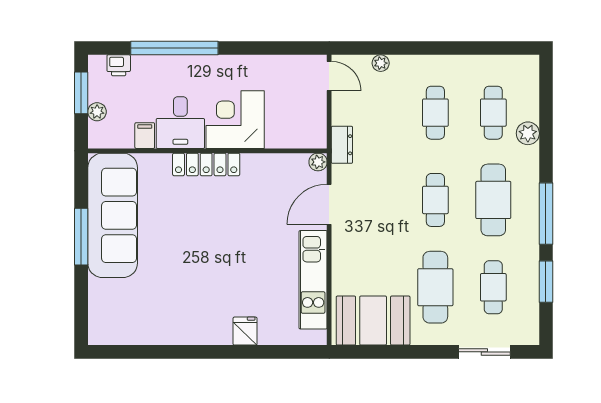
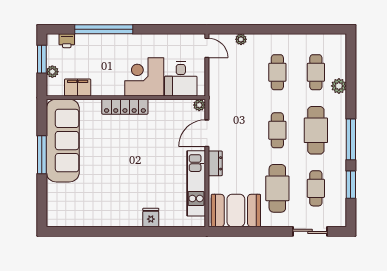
desk: (180, 123) -> (181, 79), moved
filing cabinet: (145, 136) -> (78, 87), width x2.00
dresser: (342, 145) -> (215, 163), moved

